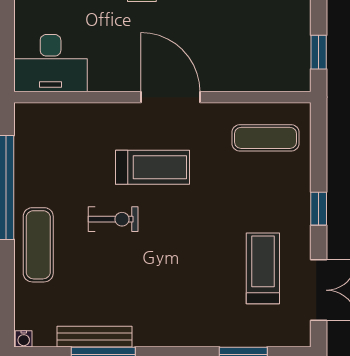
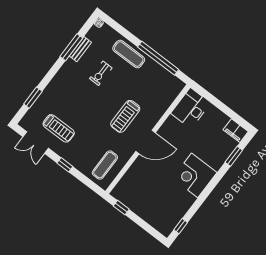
exercise bike: (113, 219) -> (101, 73), moved
bench: (94, 337) -> (80, 49), width x0.73

